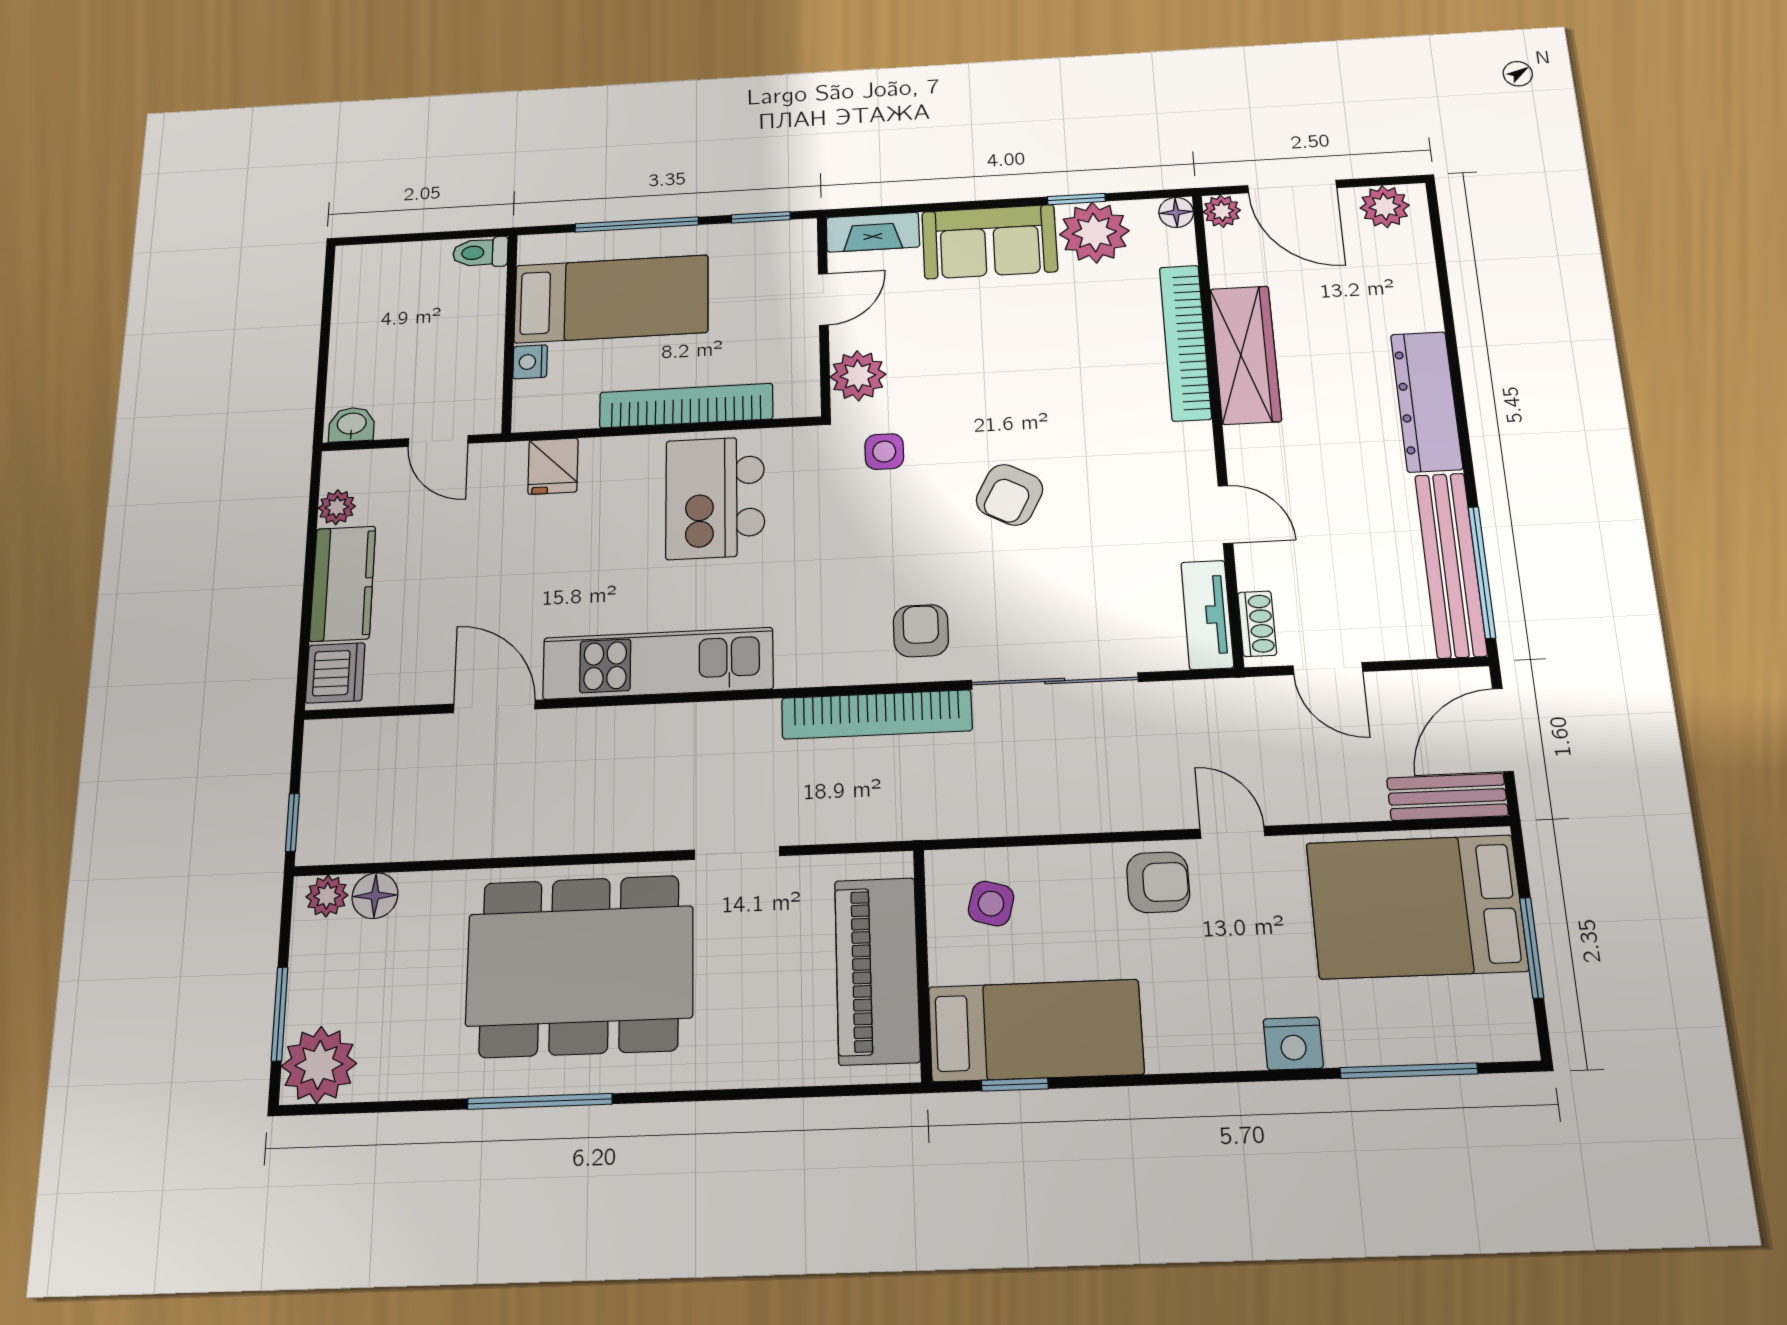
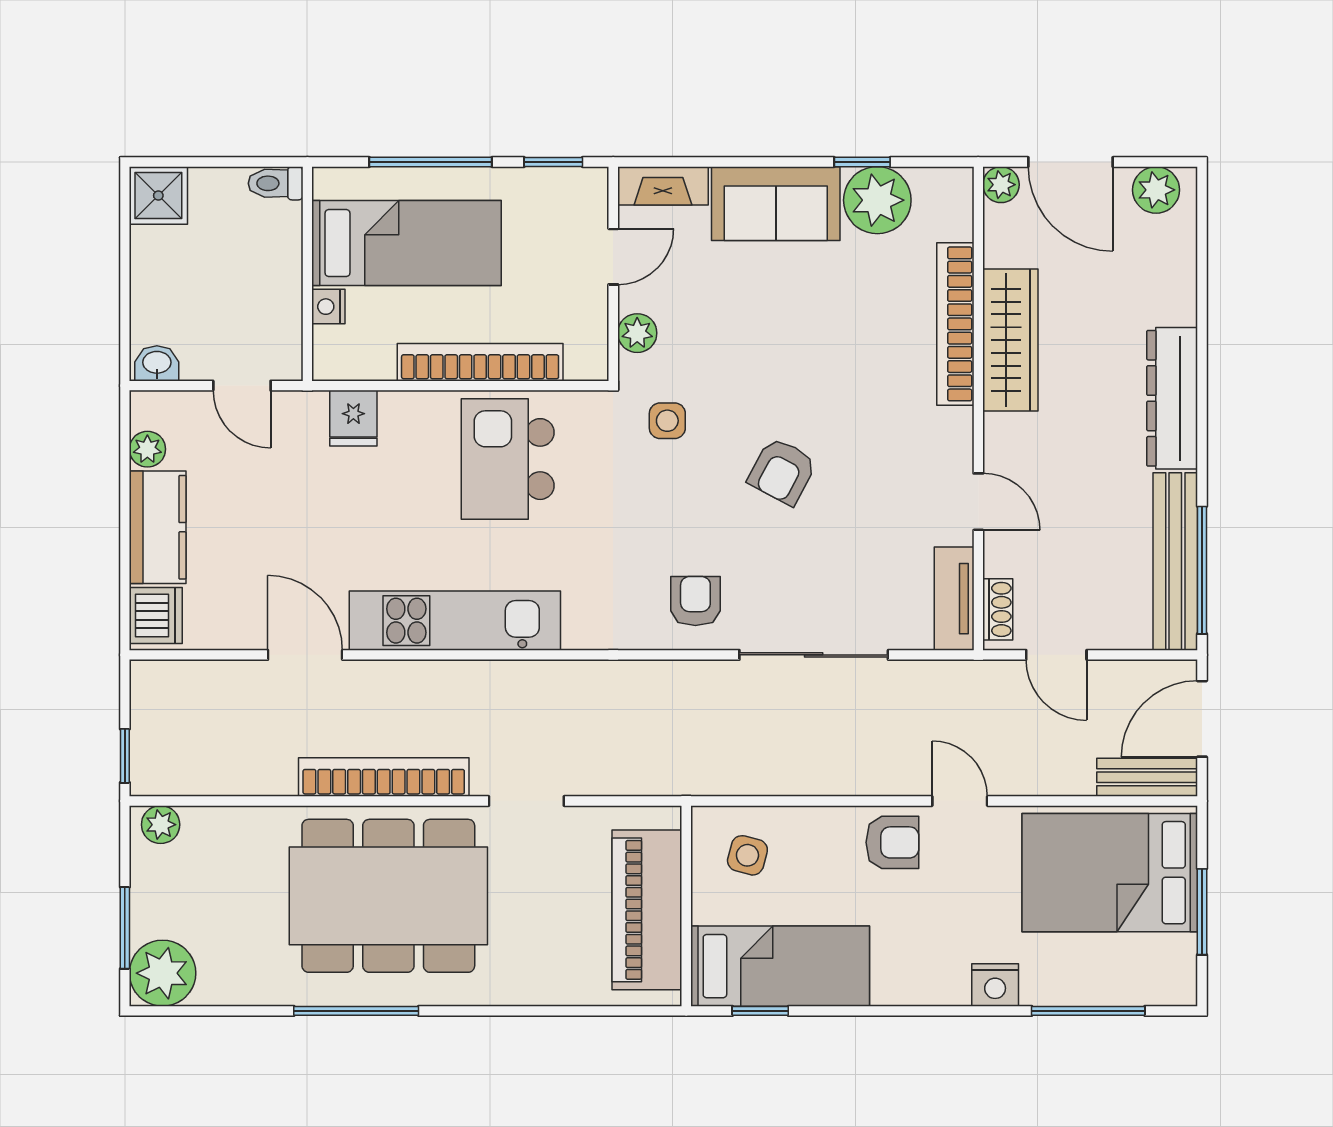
floor lamp: (1176, 212) -> (957, 183), removed
shower: (363, 270) -> (158, 195), added
plant: (858, 376) -> (637, 333), width x0.73, depth x0.73
bookcase: (877, 714) -> (384, 777), moved, turned 180
floor lamp: (375, 896) -> (204, 826), removed

